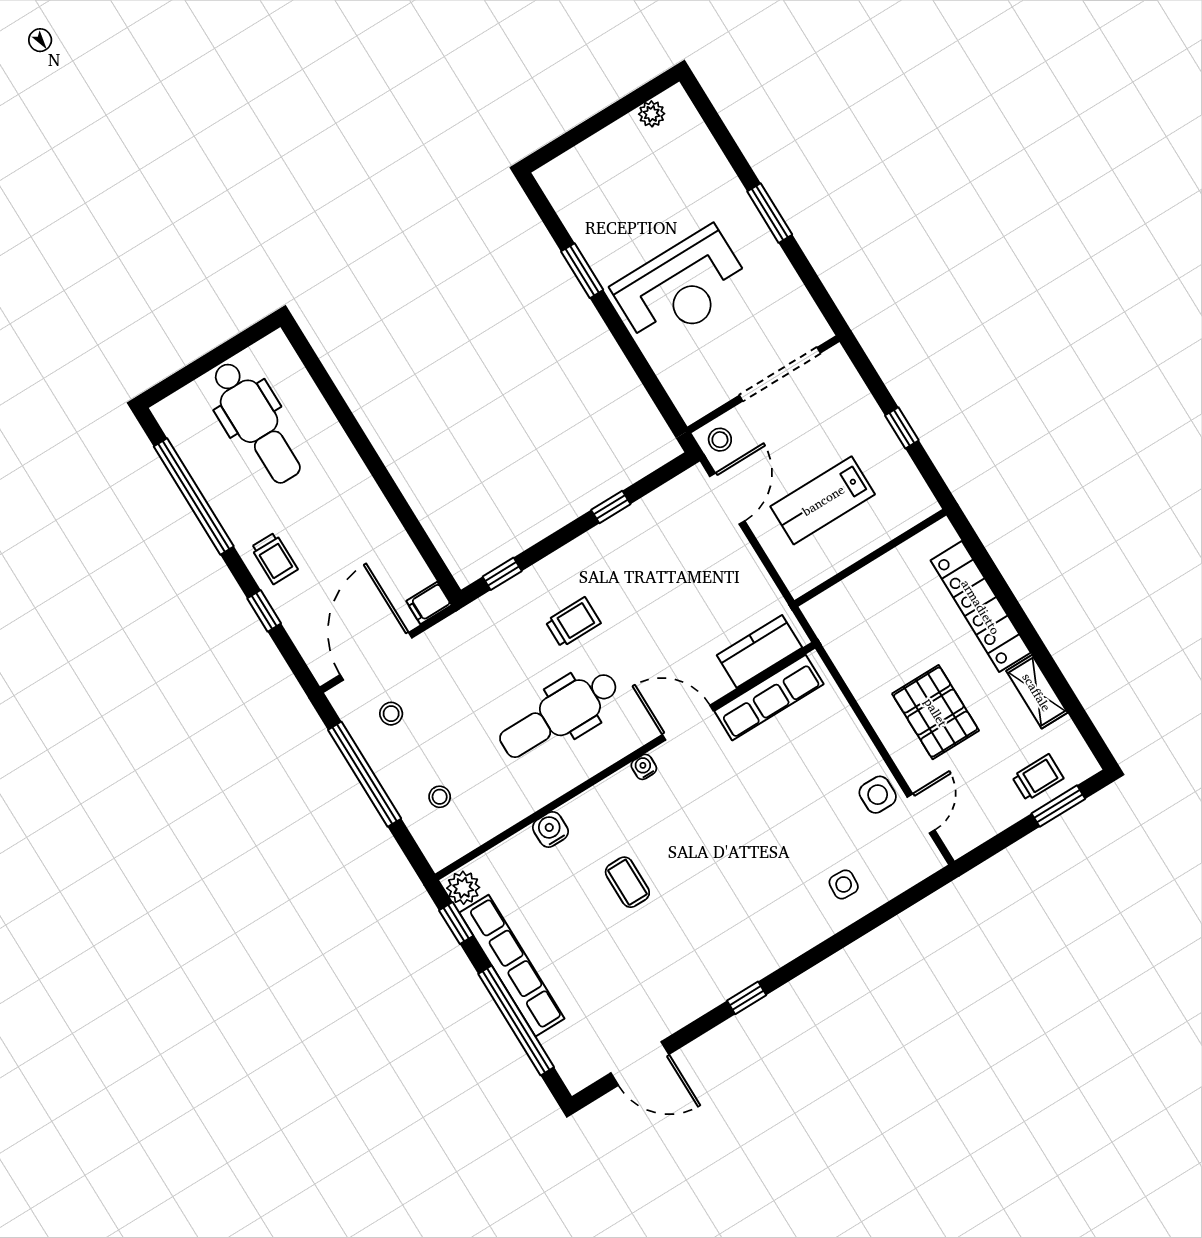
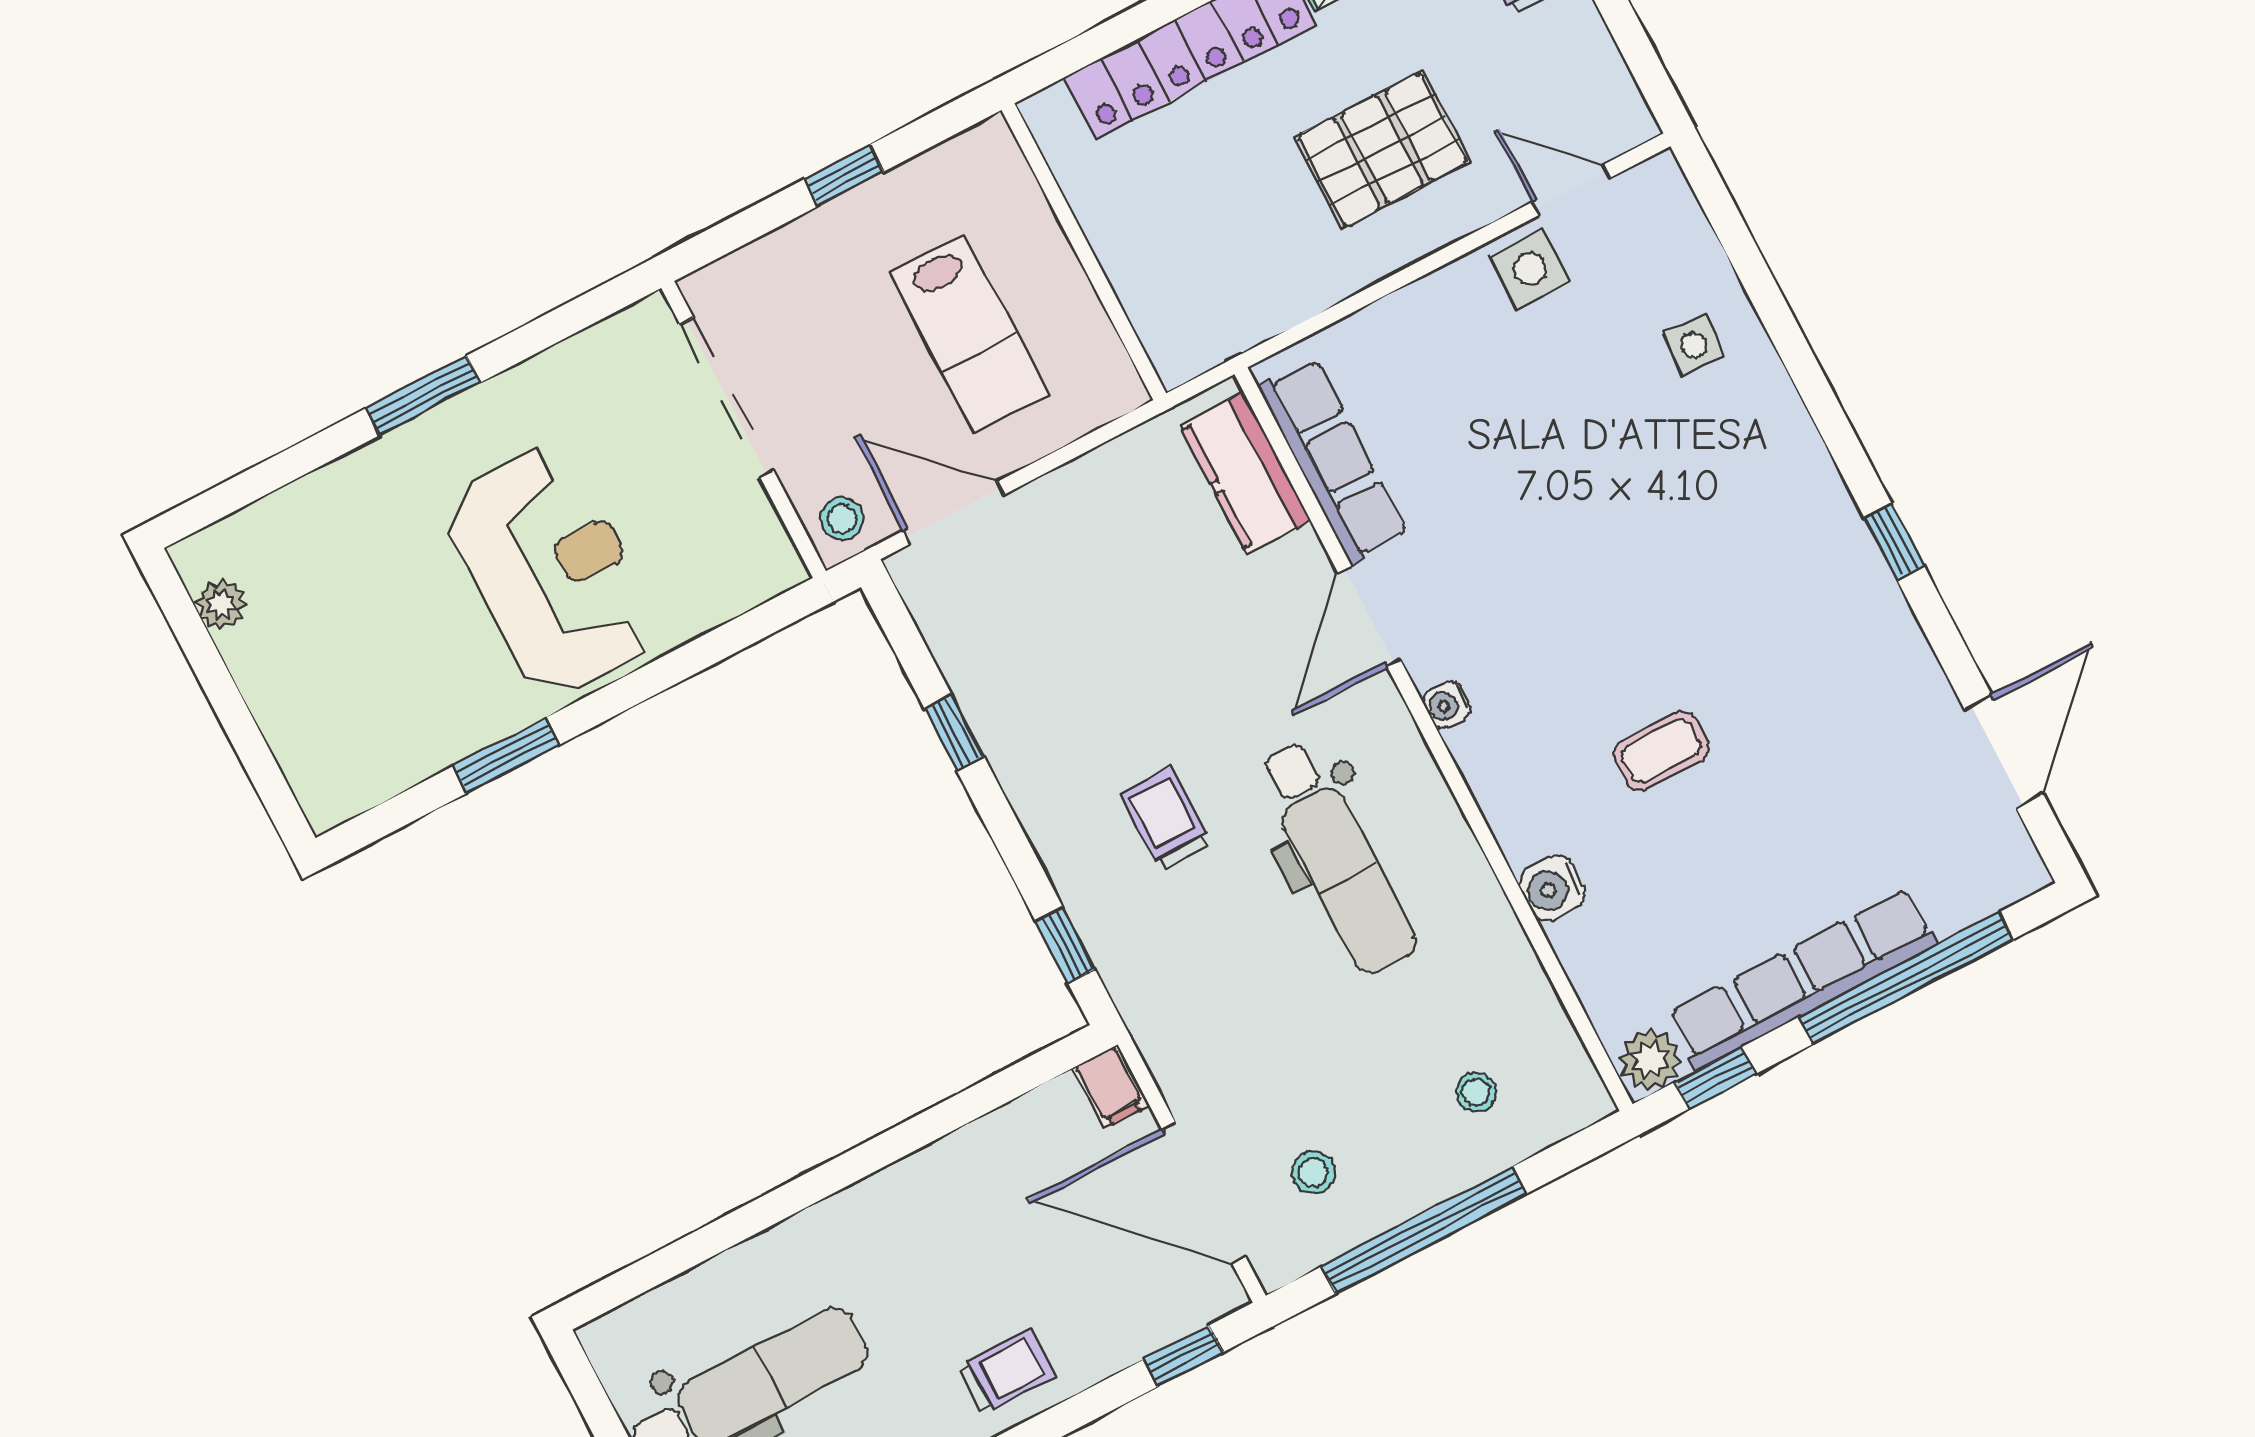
window: (264, 611) -> (1183, 1356), moved

